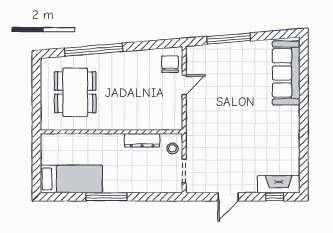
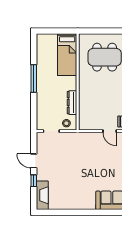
bed: (71, 179) -> (67, 55), moved
window: (275, 197) -> (34, 181), moved

